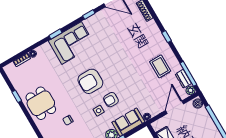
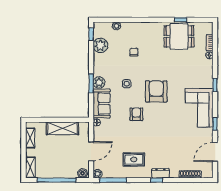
corner sofa: (72, 43) -> (199, 108), moved
dresser: (183, 79) -> (160, 173), moved
armchair: (111, 100) -> (136, 114), moved
dining table: (41, 103) -> (179, 36), moved
door: (175, 107) -> (91, 151), hinge flipped

